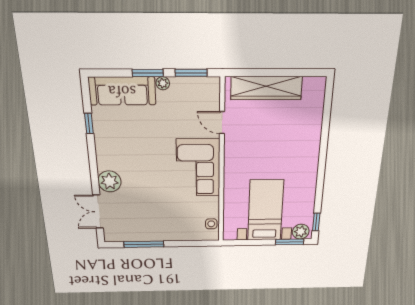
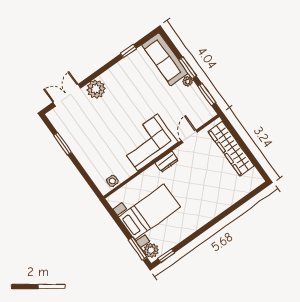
dresser: (231, 163) -> (167, 162), added
window: (144, 244) -> (63, 144), width x0.69

